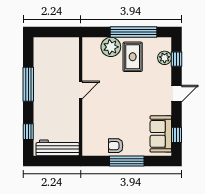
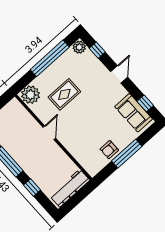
plant: (111, 47) -> (31, 95), moved
rug: (133, 57) -> (64, 94), moved, turned 90
plant: (165, 58) -> (79, 47), moved
window: (28, 132) -> (32, 188), moved

